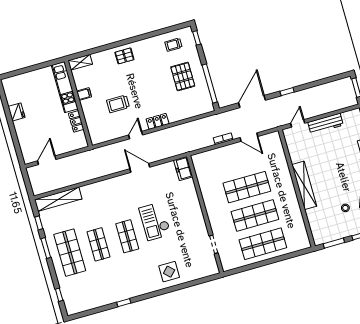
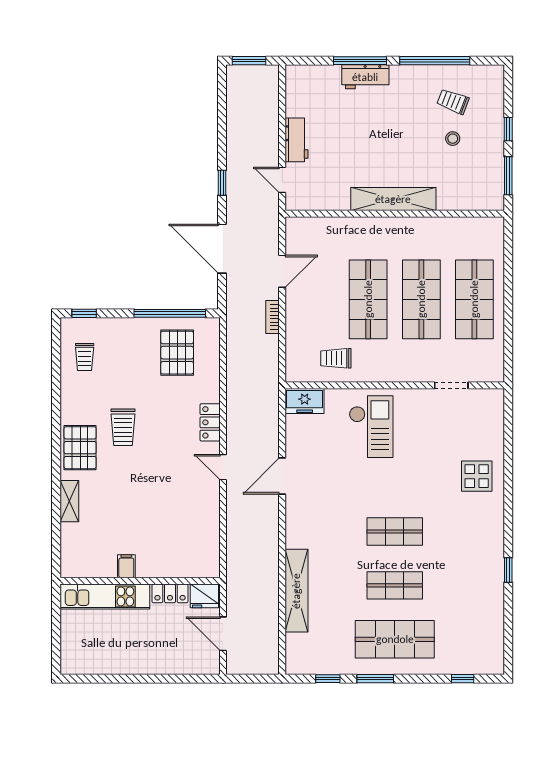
pallet: (124, 56) -> (80, 448), width x1.50, depth x1.42
shelving: (80, 62) -> (69, 501), moved
pallet: (183, 76) -> (177, 353), moved, turned 90
kitchen unit: (65, 87) -> (105, 596), moved
filing cabinet: (84, 94) -> (126, 566), moved
wall: (78, 104) -> (140, 581), moved
trolley: (118, 104) -> (123, 427), moved
fridge: (17, 112) -> (204, 596), moved, turned 180
locker: (76, 121) -> (170, 593), moved
workbench: (326, 124) -> (297, 140), width x0.73
trolley: (211, 179) -> (336, 358), added
shelving: (58, 199) -> (296, 591), moved
checkout: (155, 221) -> (371, 427), moved, turned -90

